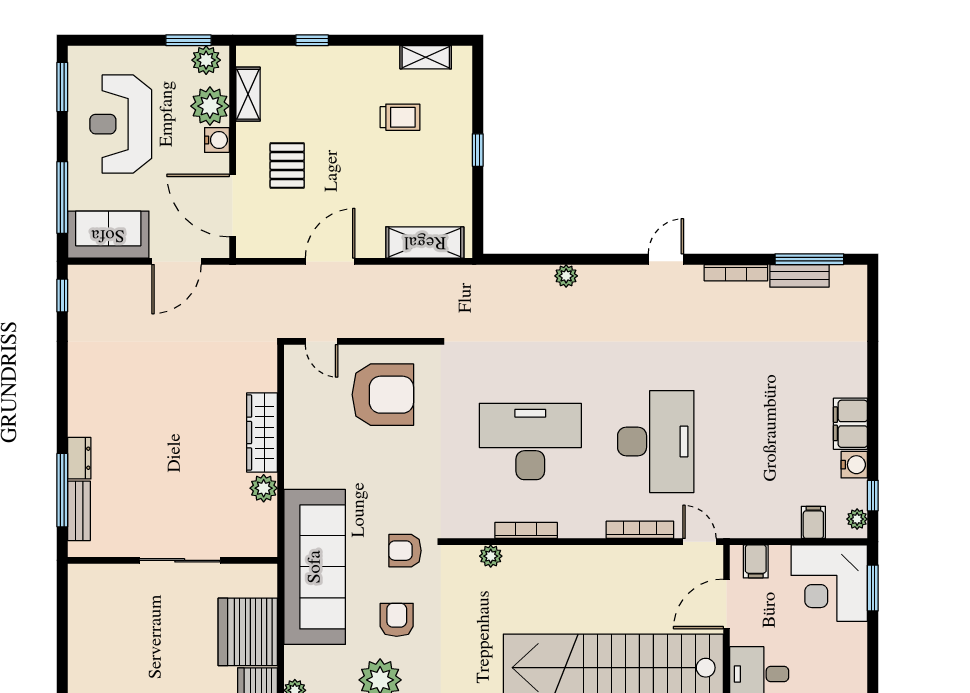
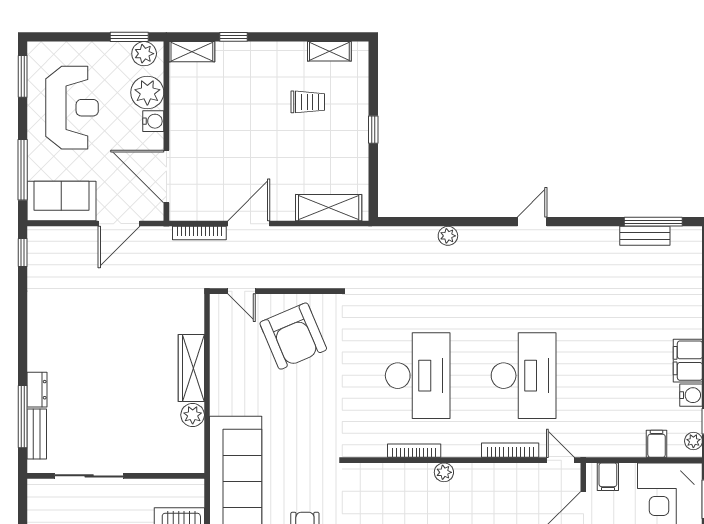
shelving: (248, 94) -> (192, 52), moved, turned 90
reception desk: (121, 124) -> (72, 108), turned 180
pallet: (287, 165) -> (212, 143), removed
bookcase: (736, 273) -> (199, 233), moved
armchair: (383, 395) -> (293, 336), turned 67
desk: (530, 442) -> (418, 376), turned 90
armchair: (405, 551) -> (312, 468), removed
plant: (491, 556) -> (444, 472), moved
sliding door: (180, 560) -> (89, 476), moved

